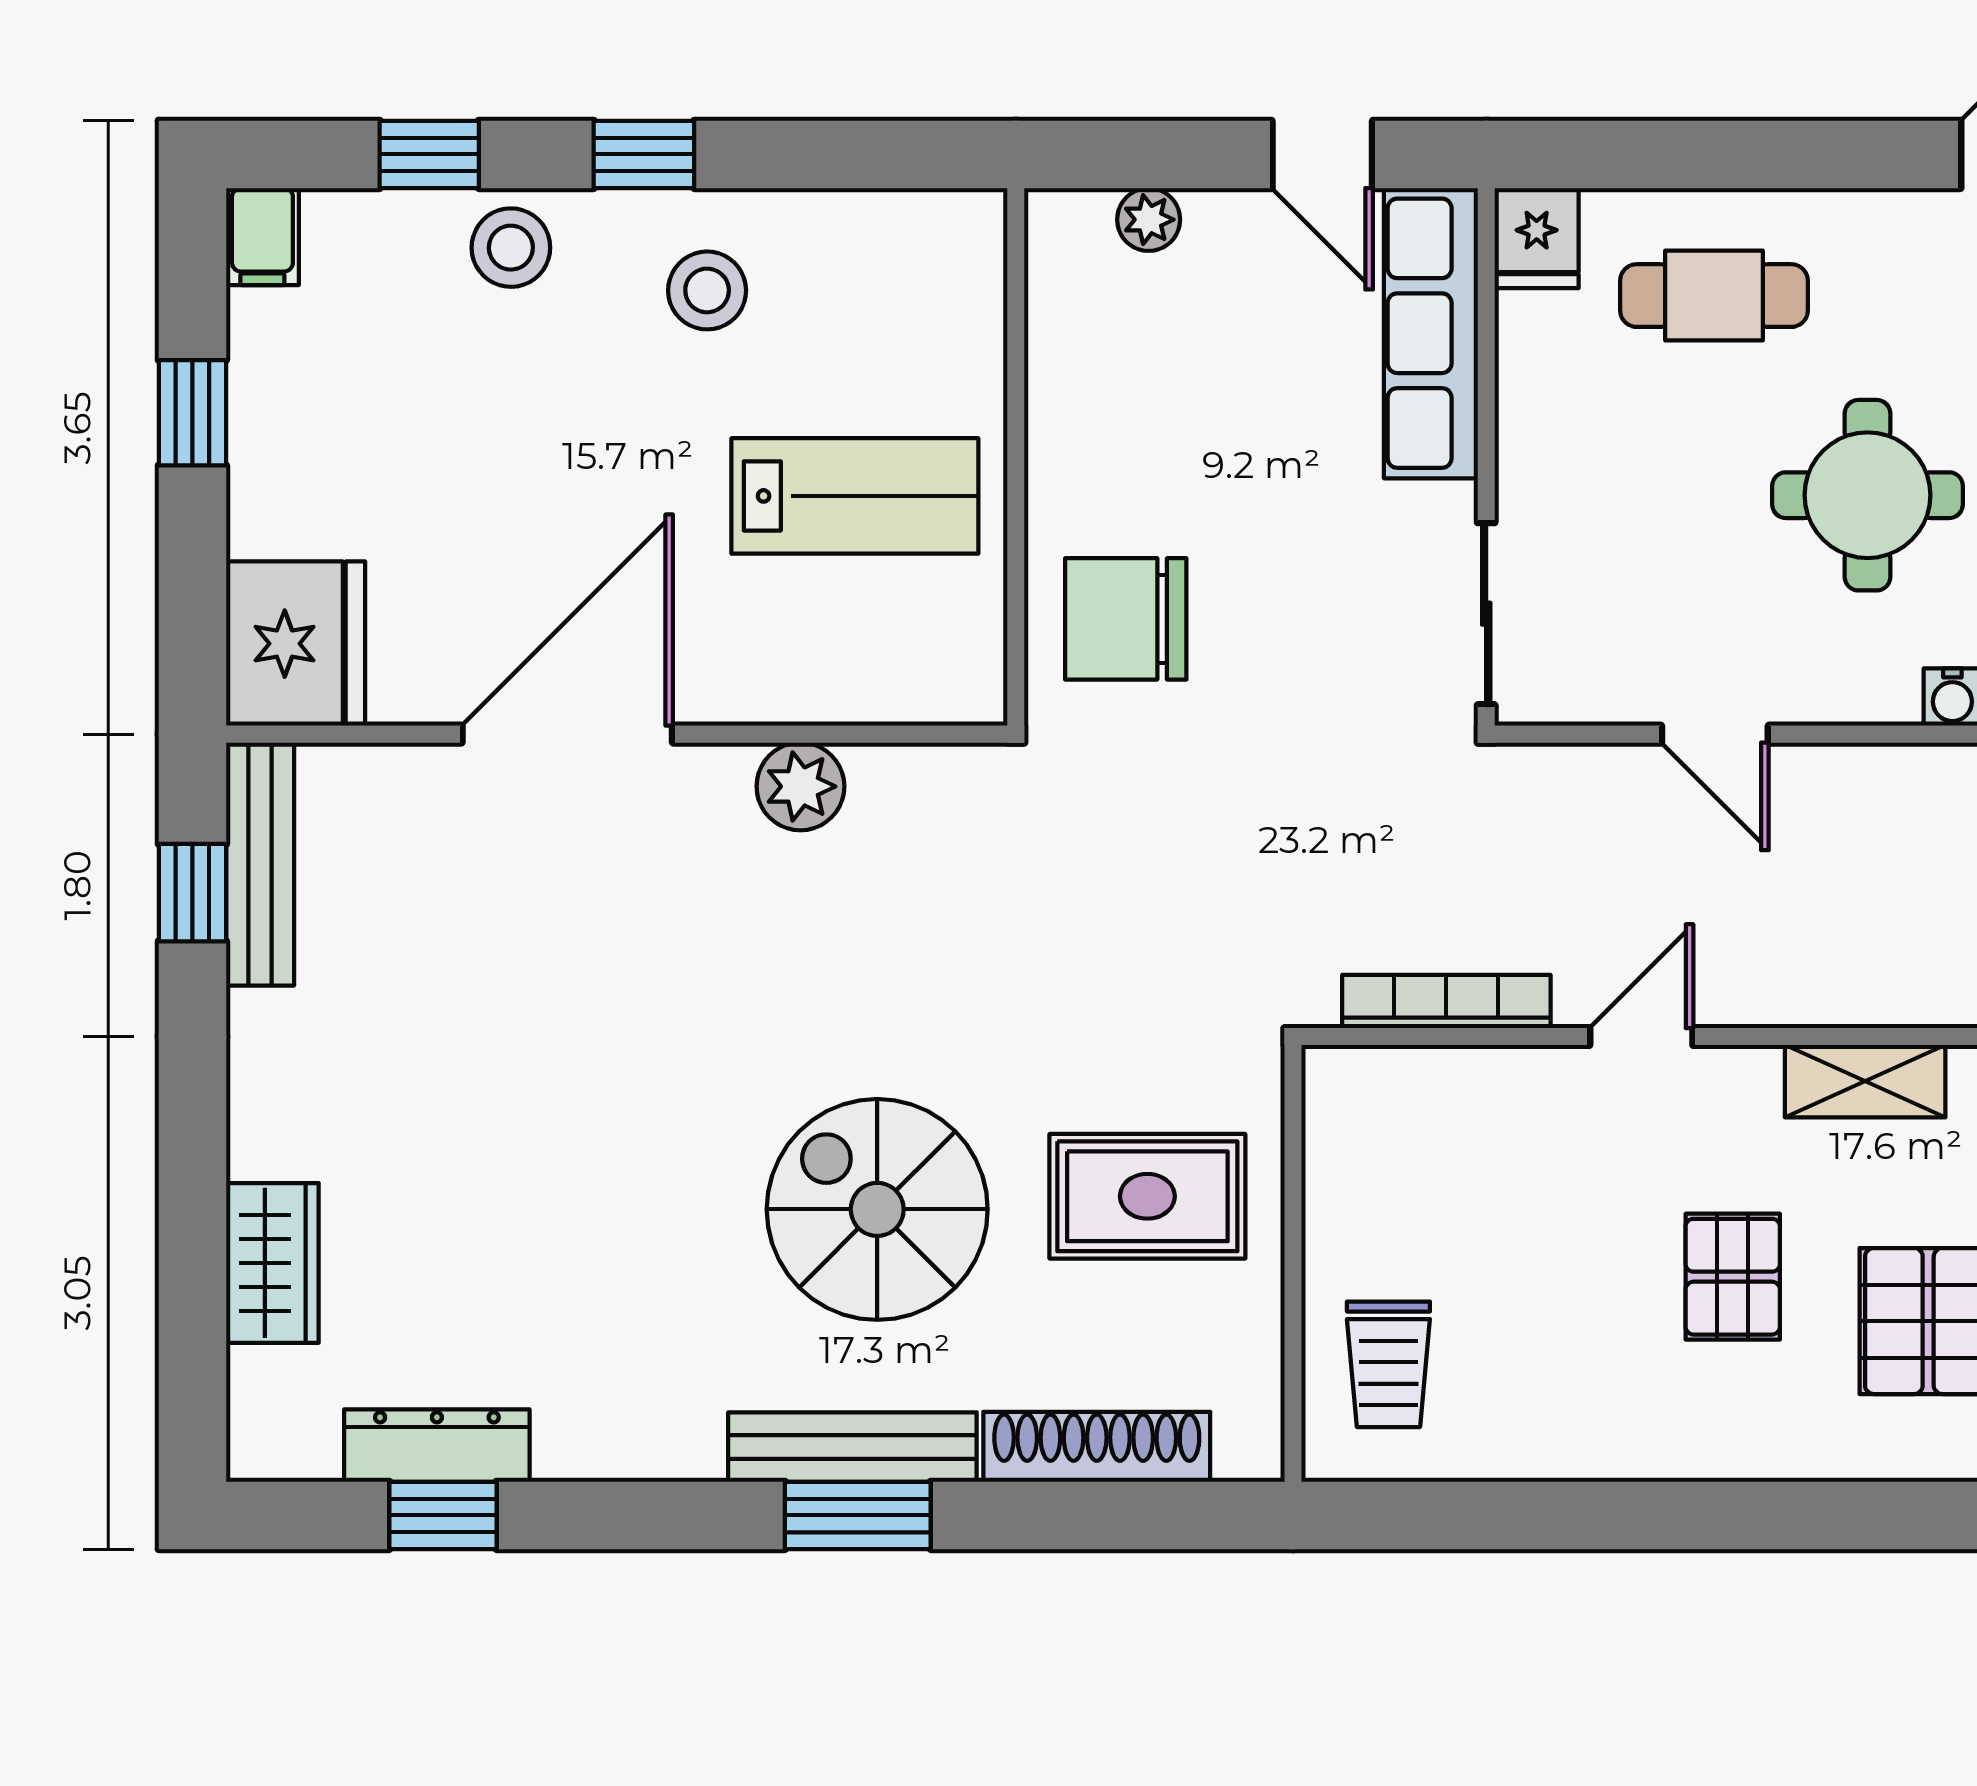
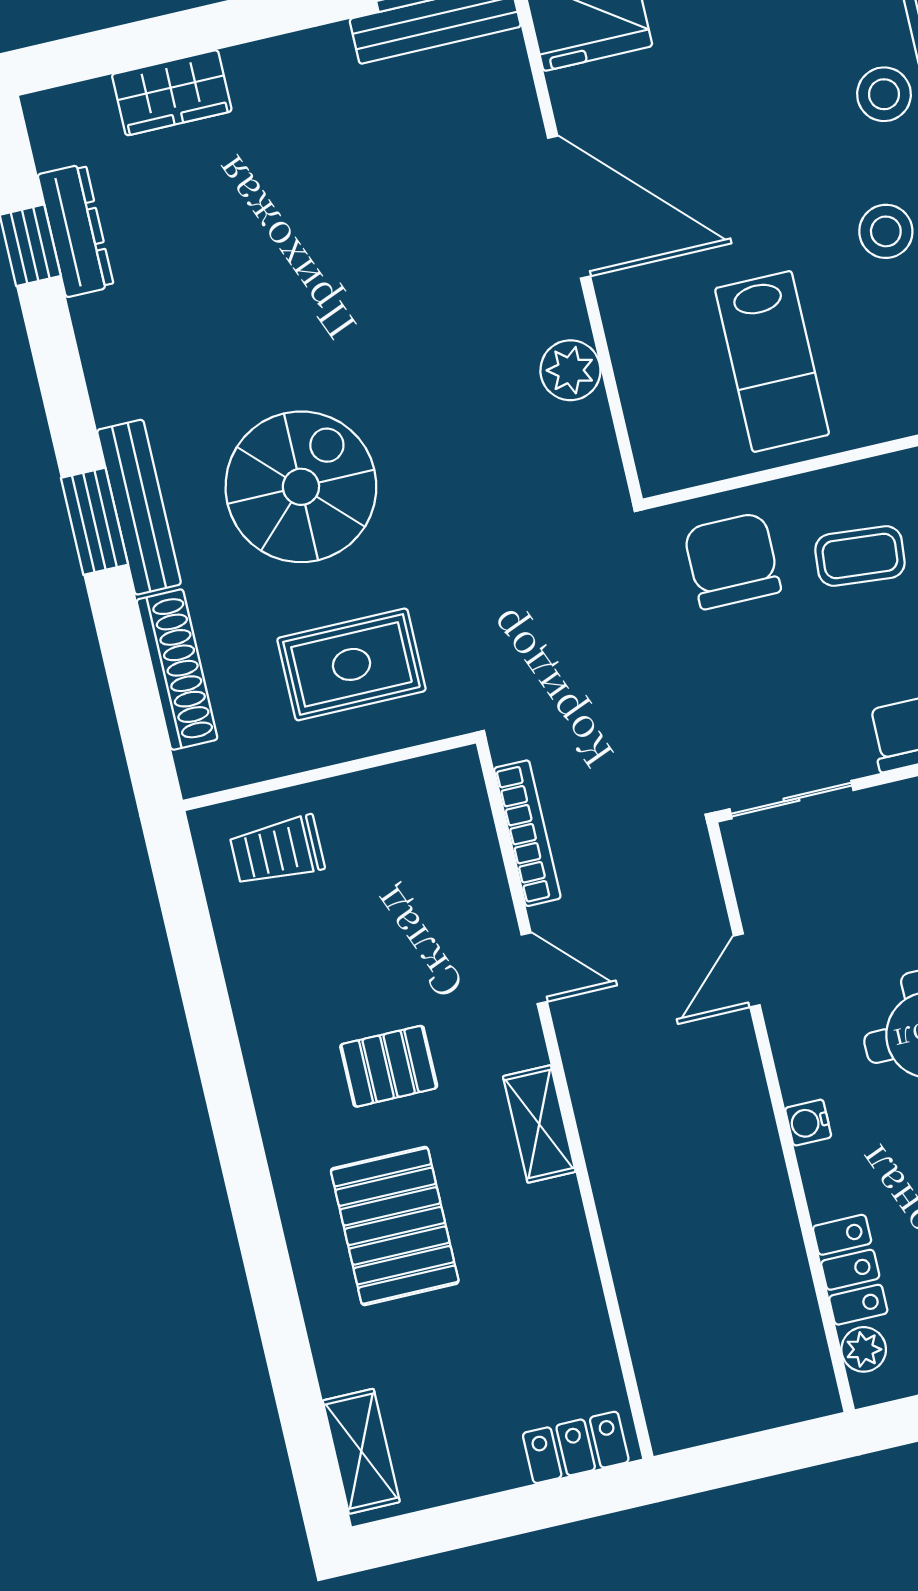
coffee table: (1161, 435) -> (860, 556), added
rug: (1147, 1196) -> (351, 664), turned 90

